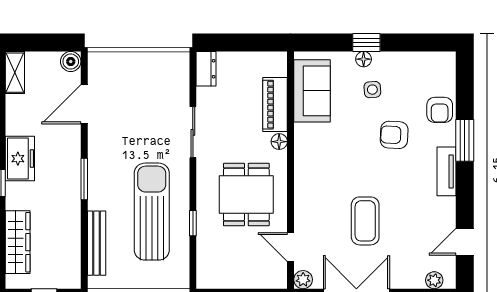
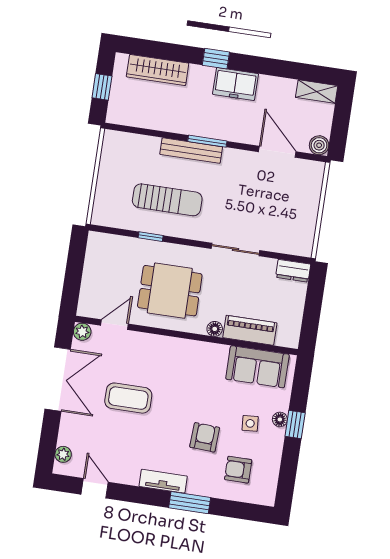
armchair: (440, 110) -> (238, 470), moved
sun lounger: (152, 212) -> (167, 200), width x0.73, depth x0.75
bench: (97, 243) -> (191, 151), moved

